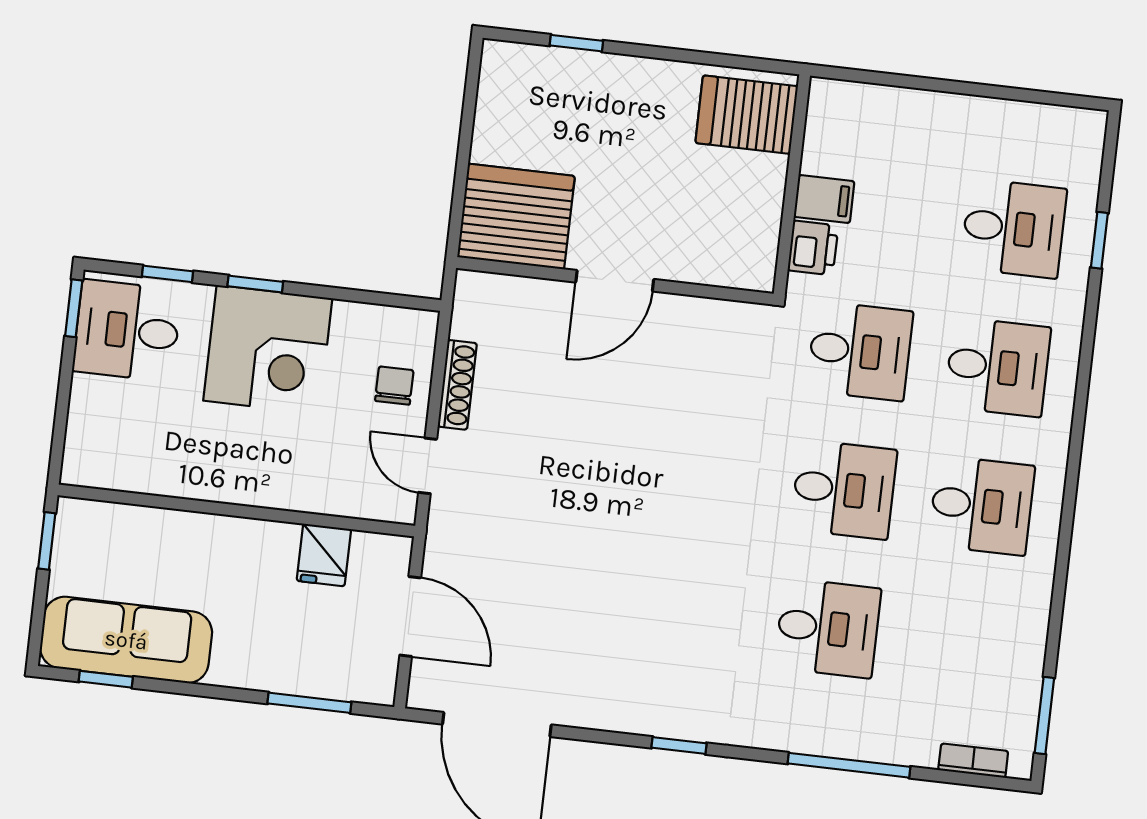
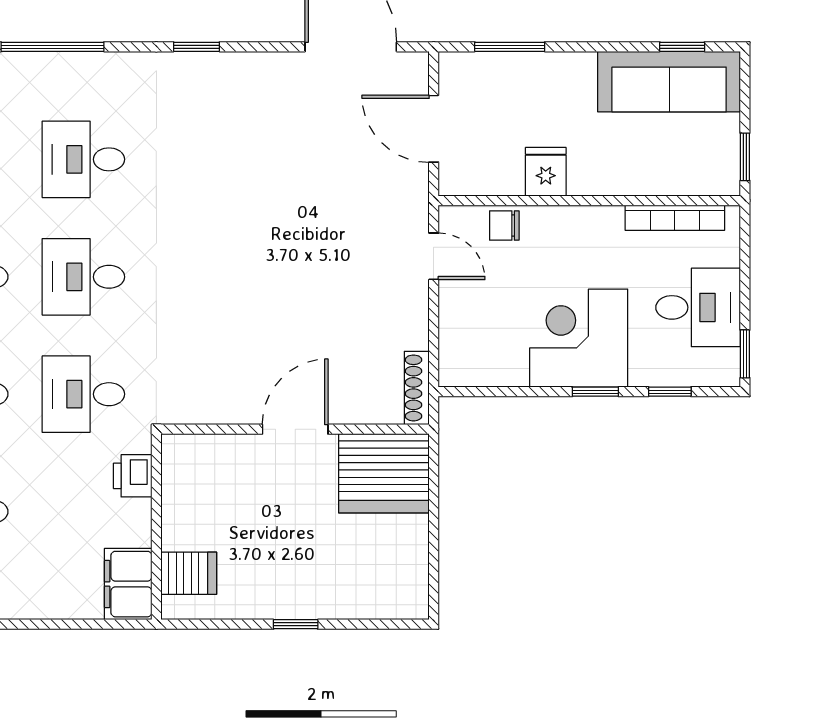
window: (576, 43) -> (296, 624), moved
server rack: (747, 115) -> (189, 573), width x0.73, depth x0.70
filing cabinet: (824, 199) -> (128, 584), moved, width x2.00
desk: (127, 331) -> (698, 307), moved
shoe rack: (457, 385) -> (417, 388), moved
chair: (394, 386) -> (504, 225), moved, turned 90
bookcase: (138, 478) -> (675, 218), added
fridge: (324, 555) -> (546, 172), moved

